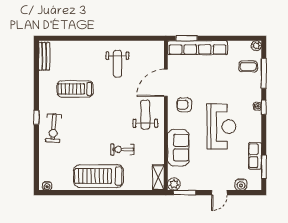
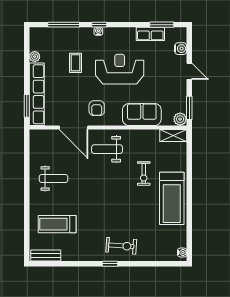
plant: (256, 46) -> (35, 57), moved
coffee table: (248, 67) -> (76, 63), moved
treadmill: (75, 89) -> (57, 224), moved, turned 90

